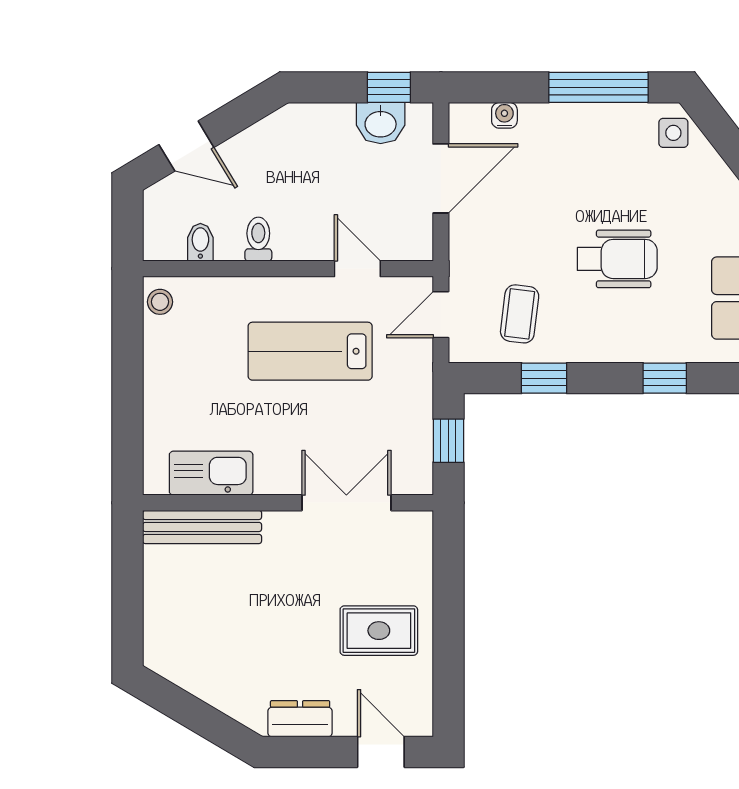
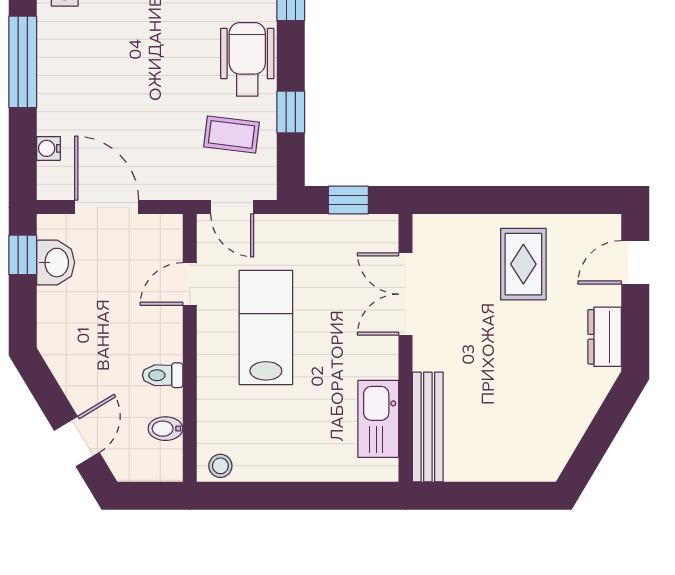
wheelchair: (617, 259) -> (247, 59), moved
lab bench: (310, 351) -> (266, 327), turned 180

